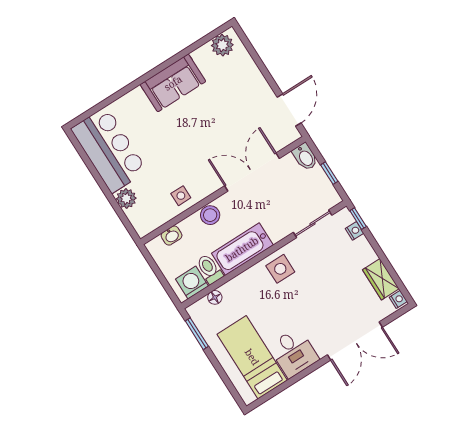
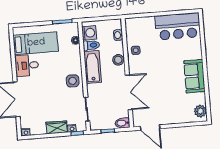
plant: (126, 198) -> (149, 22), removed
wardrobe: (381, 279) -> (57, 127), moved

